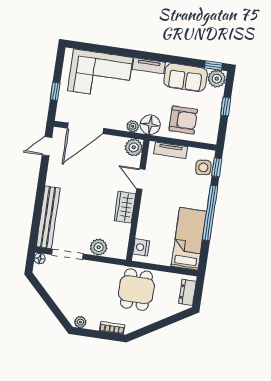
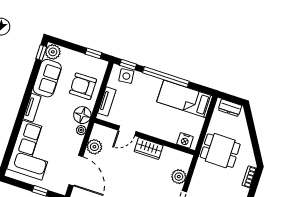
window: (226, 106) -> (93, 53), moved
armchair: (183, 120) -> (83, 86), turned -90
plant: (134, 147) -> (94, 147), moved

